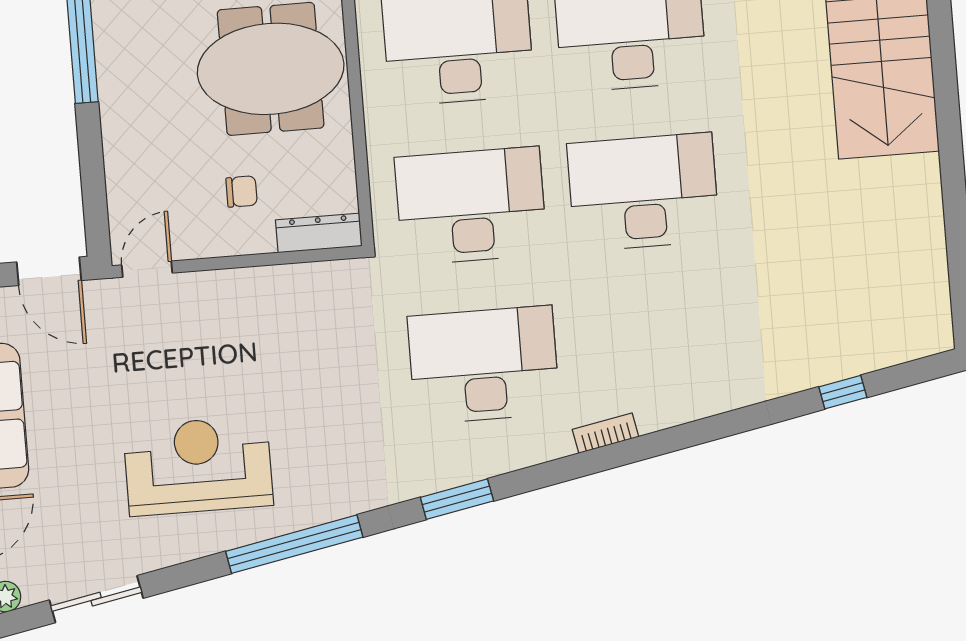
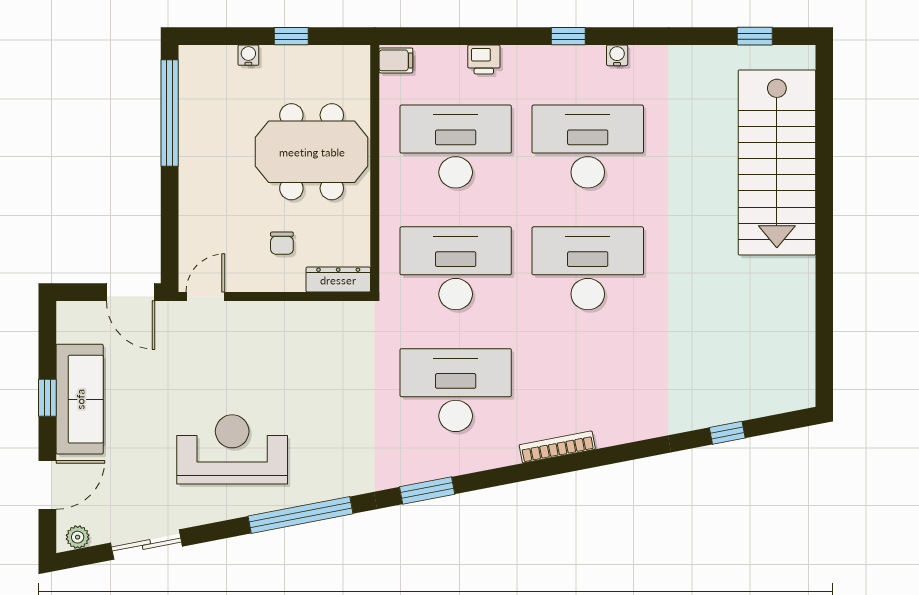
chair: (242, 191) -> (282, 243), turned 90
bookcase: (605, 433) -> (557, 447), width x1.56

